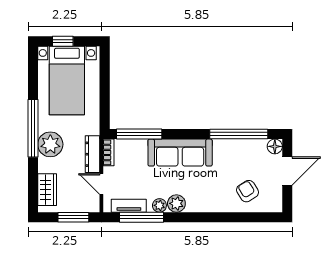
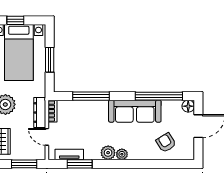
window: (105, 89) -> (50, 60), added
window: (139, 134) -> (91, 96), moved
sofa: (180, 153) -> (135, 111), moved
plant: (159, 205) -> (122, 154), moved
window: (142, 217) -> (80, 164), width x0.69

